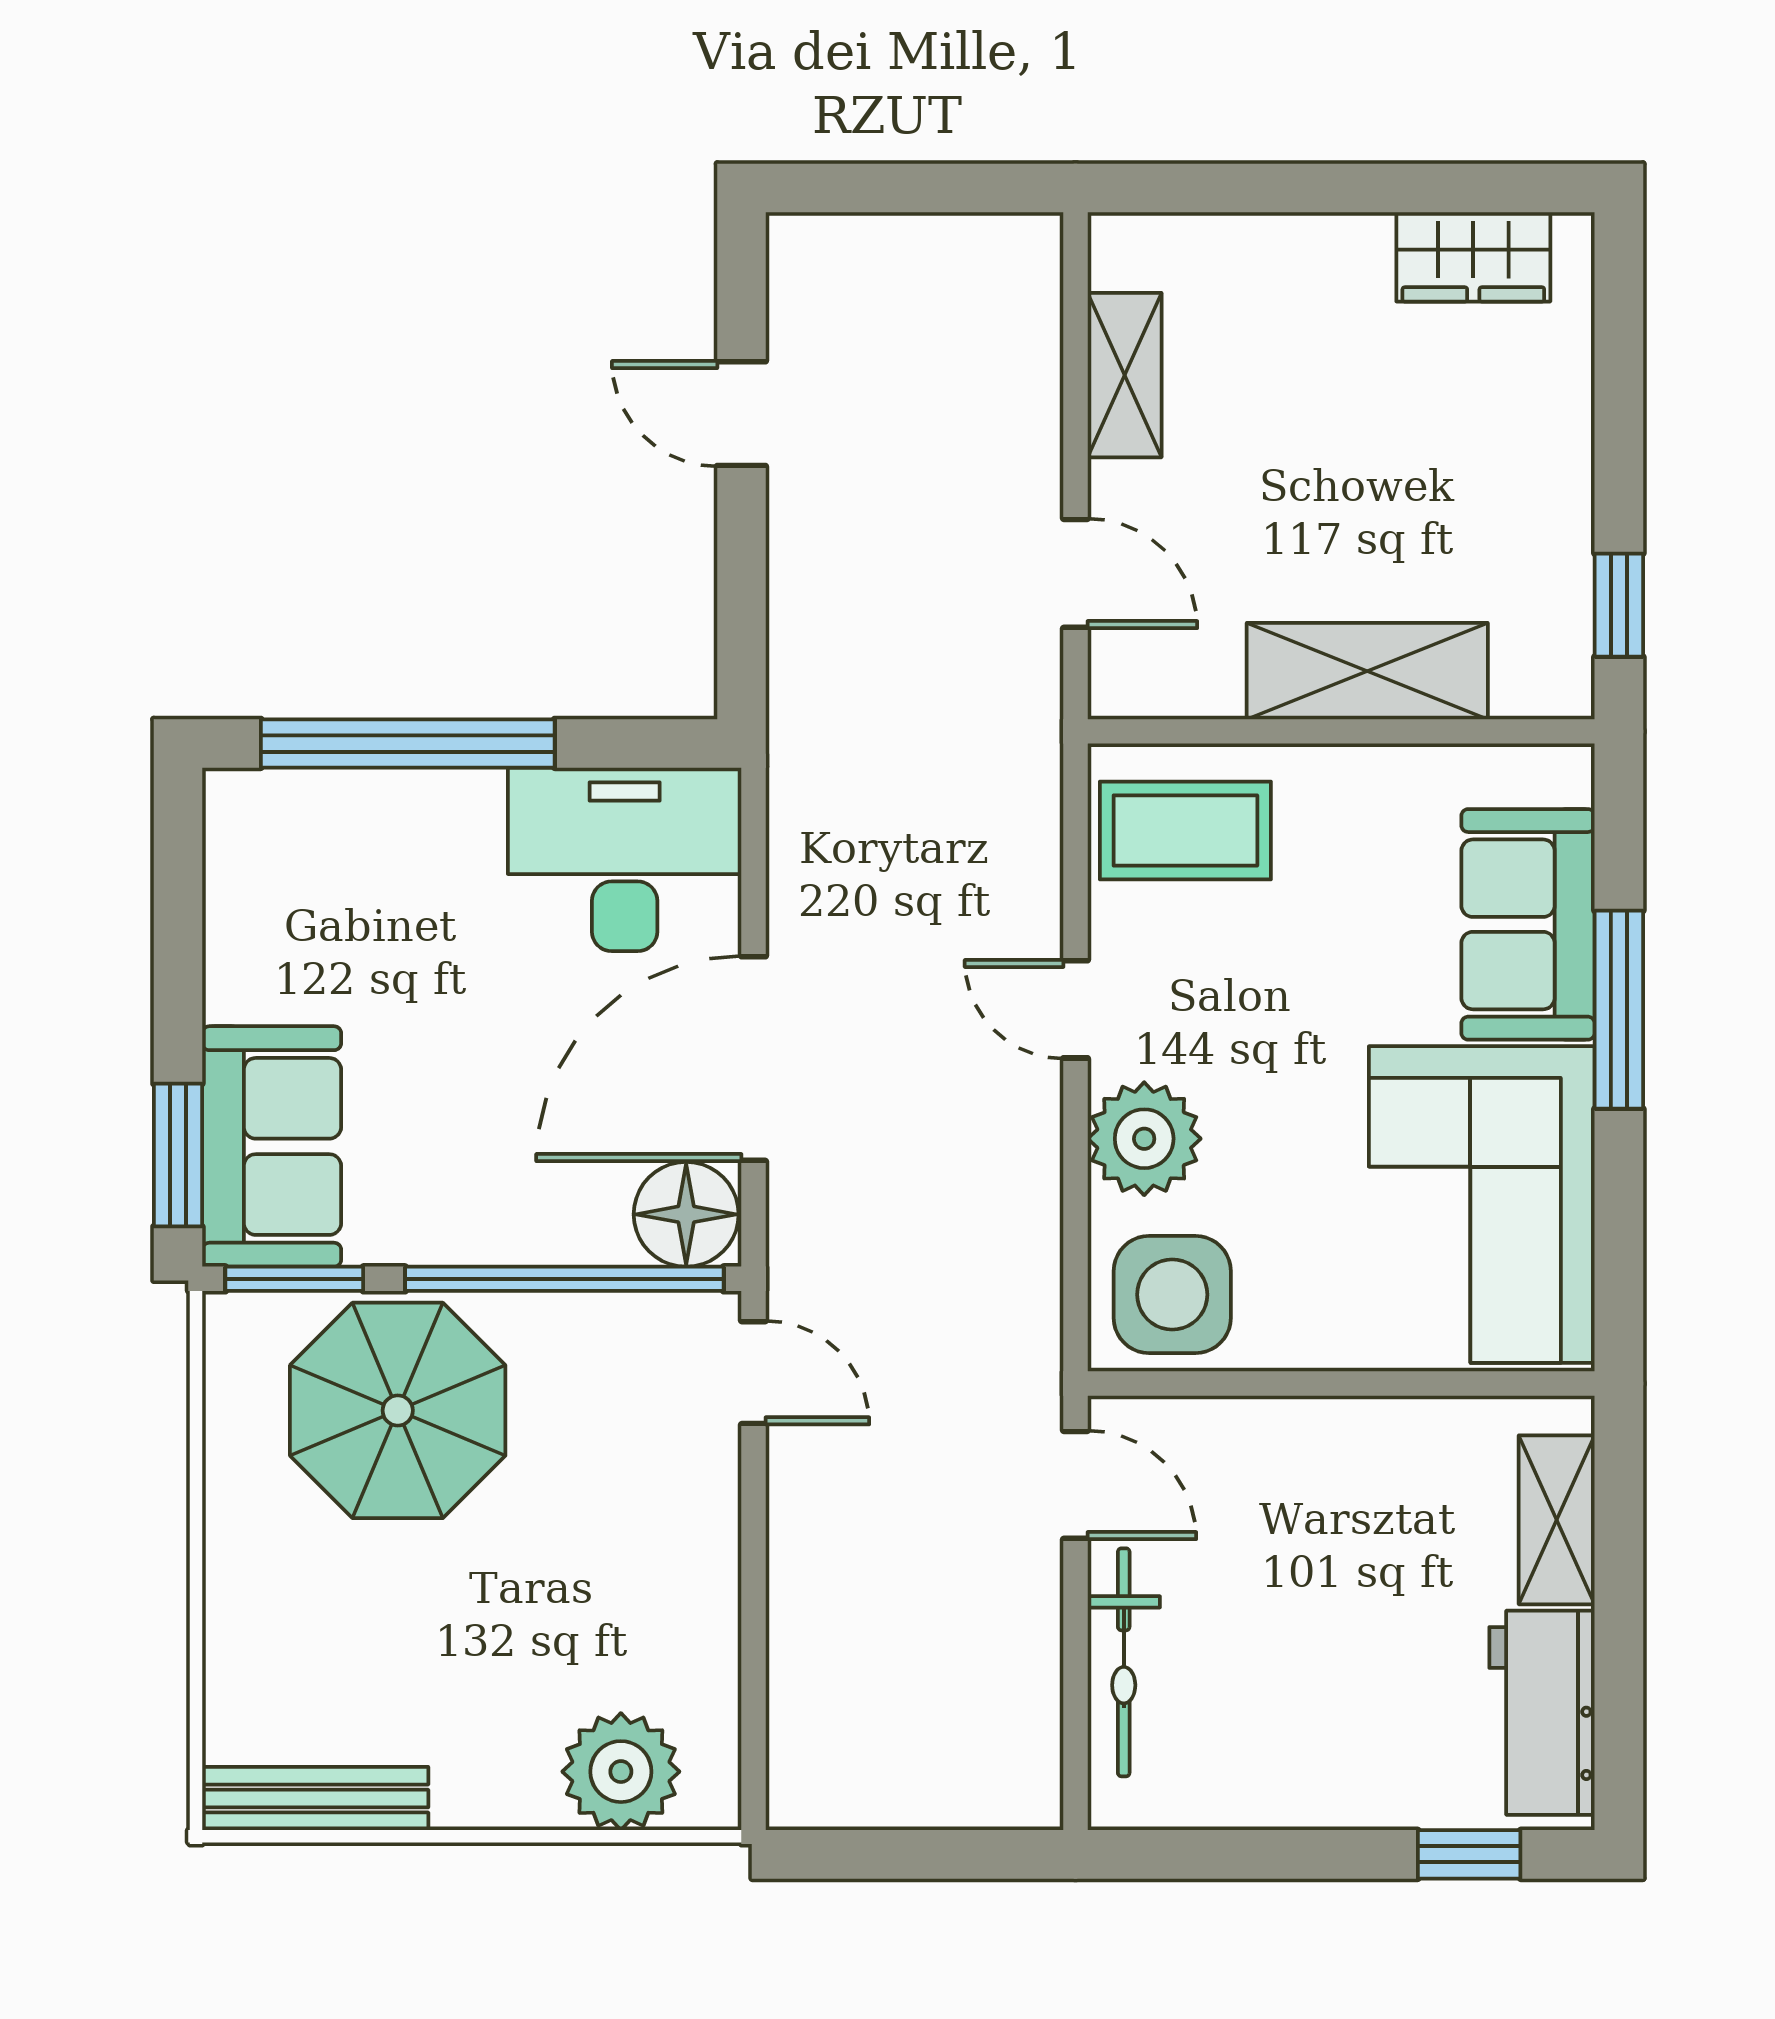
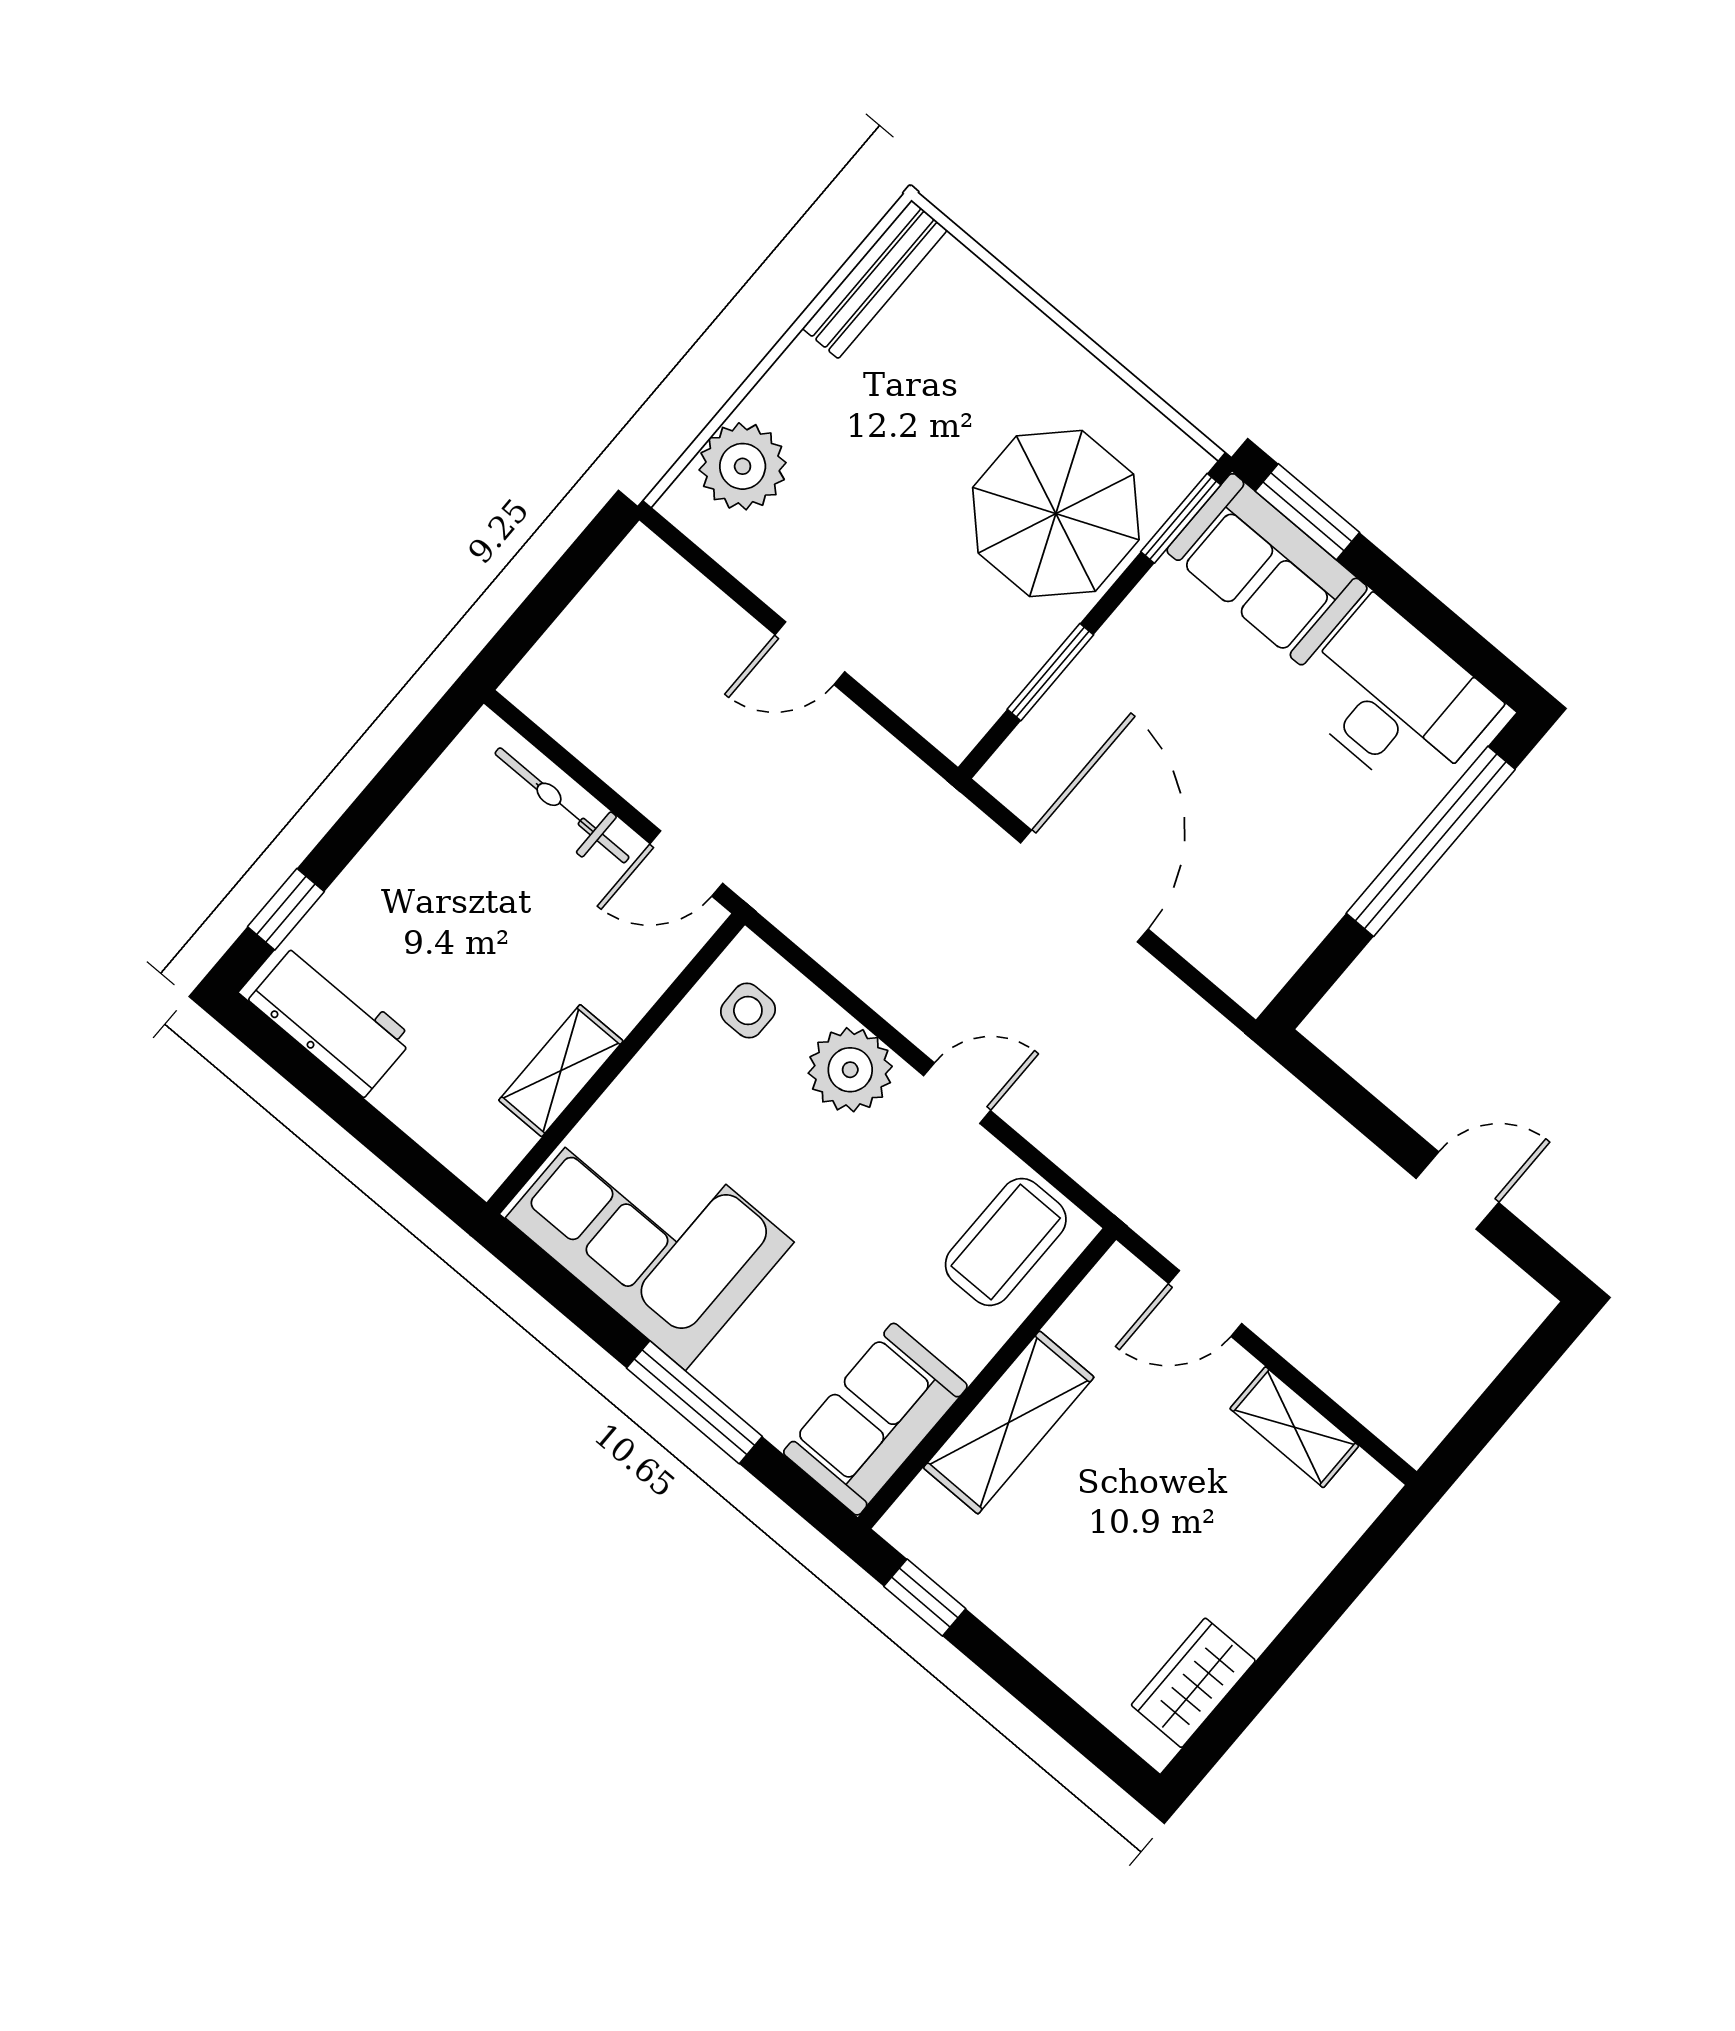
desk: (625, 859) -> (1395, 699), moved, turned -90
sofa: (1528, 924) -> (875, 1419), moved, turned -90
floor lamp: (686, 1214) -> (1028, 772), removed
window: (564, 1279) -> (1050, 672), width x0.47
side table: (1172, 1295) -> (748, 1010), width x0.54, depth x0.54
door: (754, 1373) -> (810, 653), moved
shelving: (1557, 1520) -> (561, 1071), moved, turned 90

